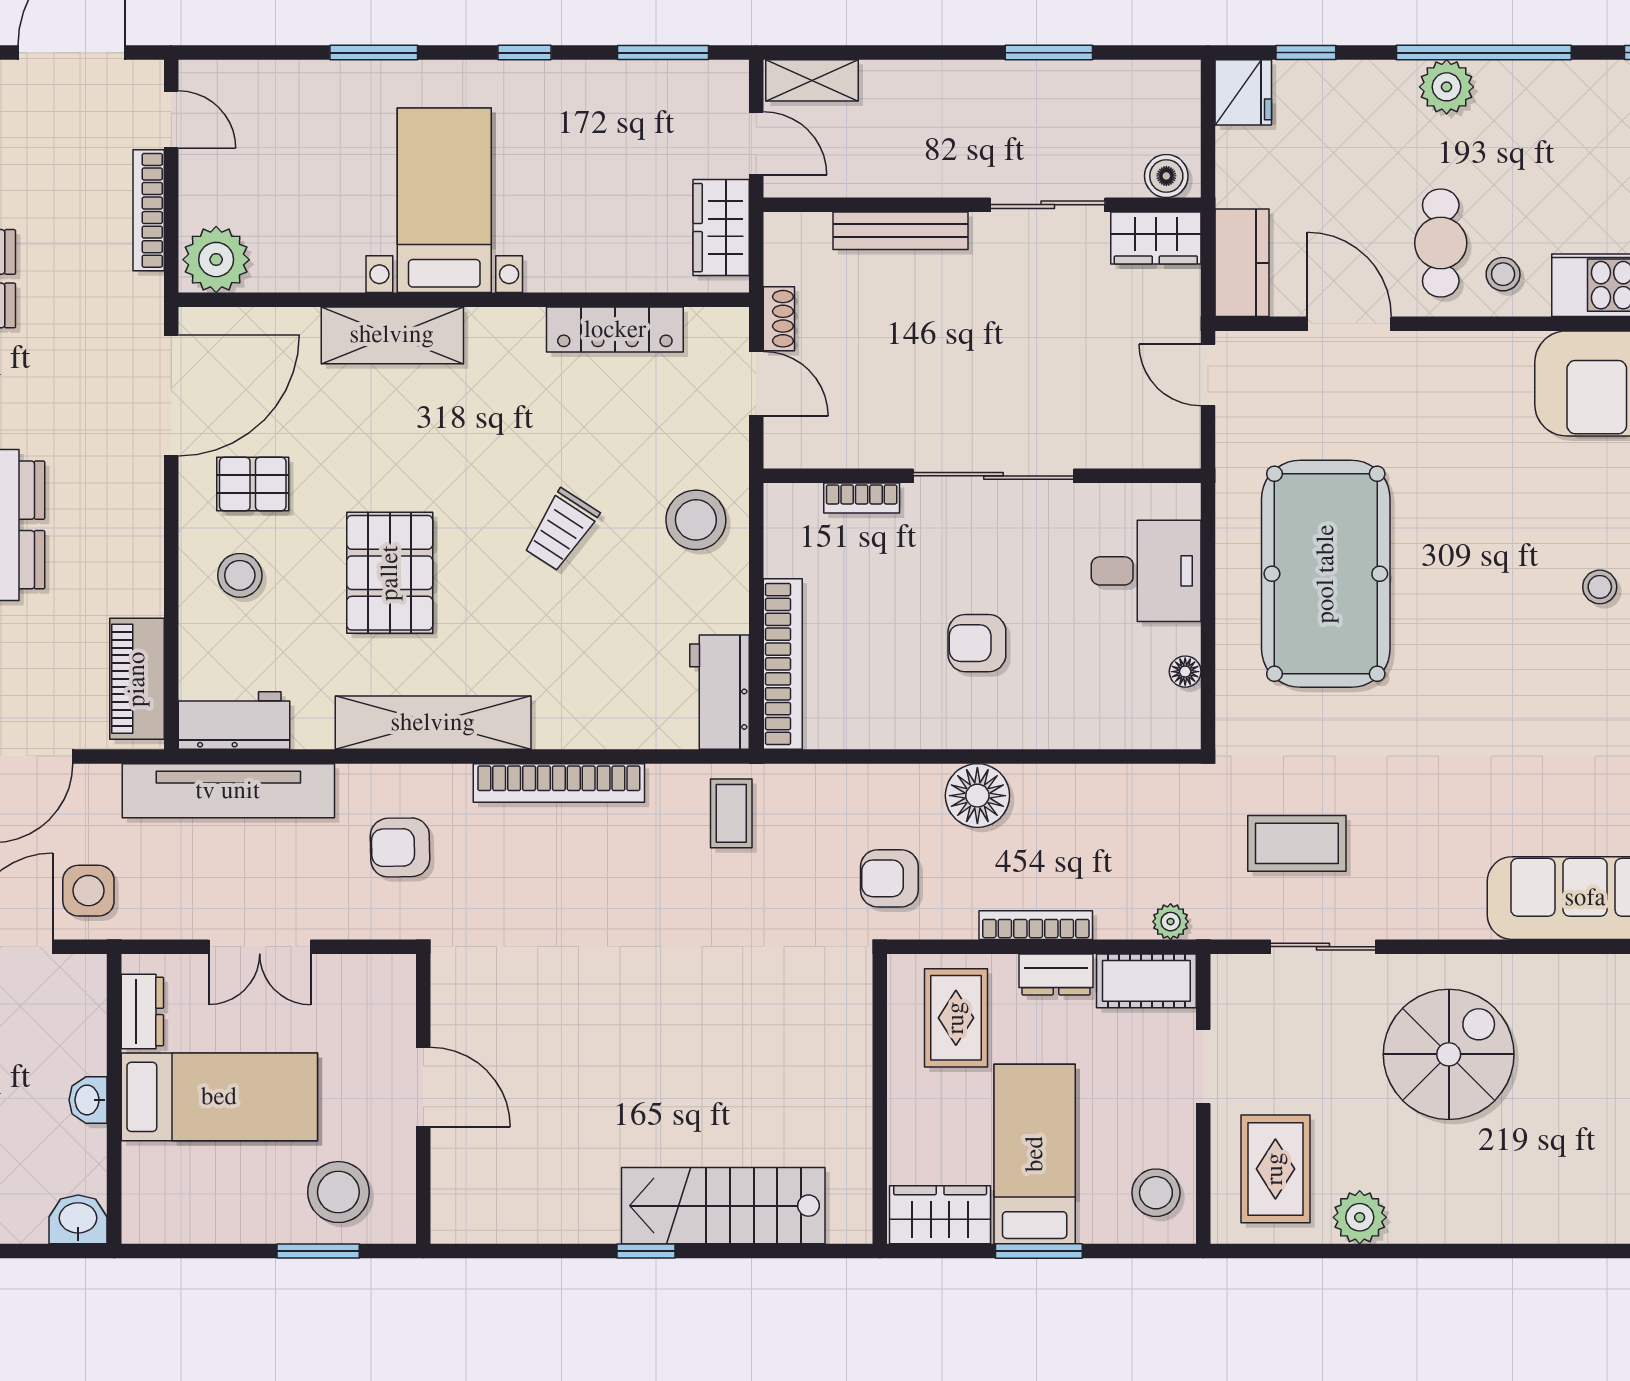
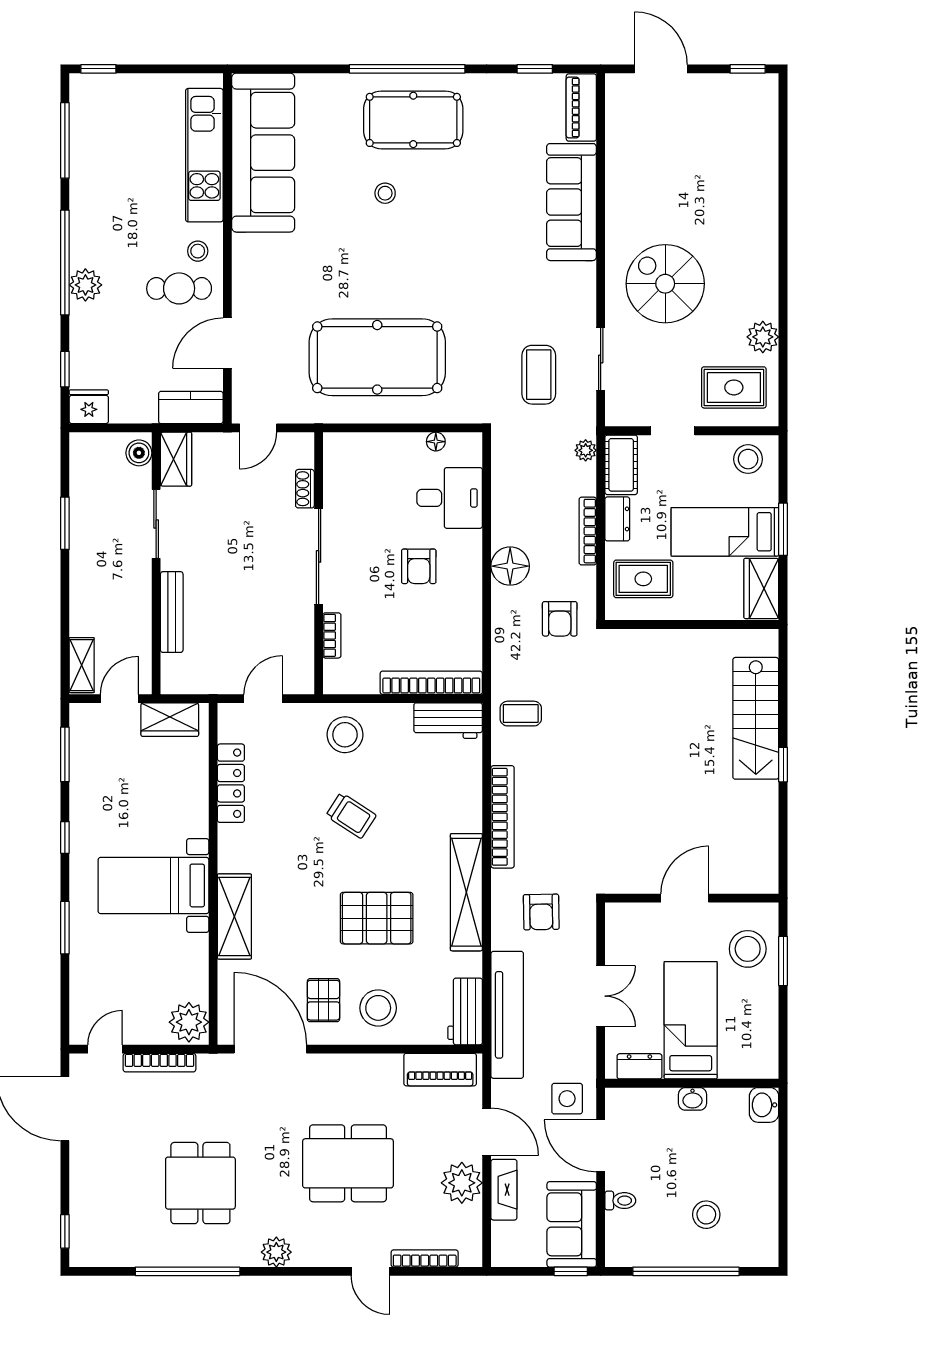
shoe rack: (779, 319) -> (305, 489), moved, turned -90
desk: (1146, 571) -> (450, 498), moved, turned 90
stool: (240, 575) -> (378, 1008), width x1.38, depth x1.38

